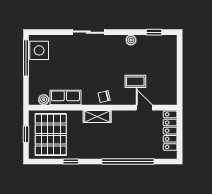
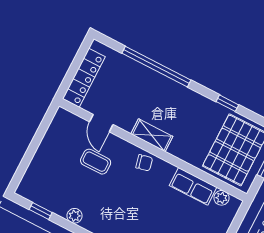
shelving: (97, 116) -> (152, 135), moved

